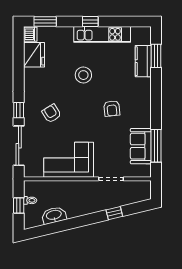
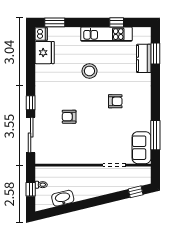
window: (90, 21) -> (117, 22), moved
armchair: (112, 108) -> (115, 101), turned -84
armchair: (51, 113) -> (69, 117), moved, turned -58
sofa: (141, 146) -> (142, 148), moved
corner sofa: (69, 160) -> (76, 148), removed
window: (114, 213) -> (136, 192), moved

